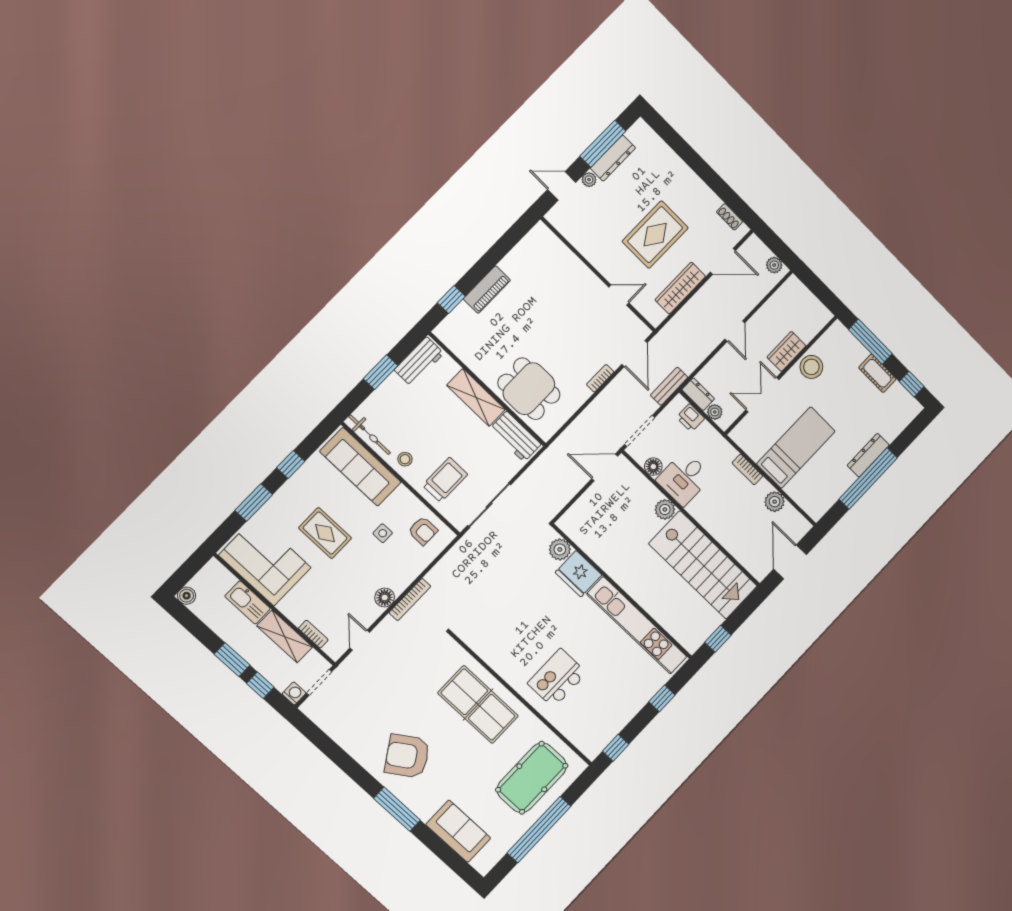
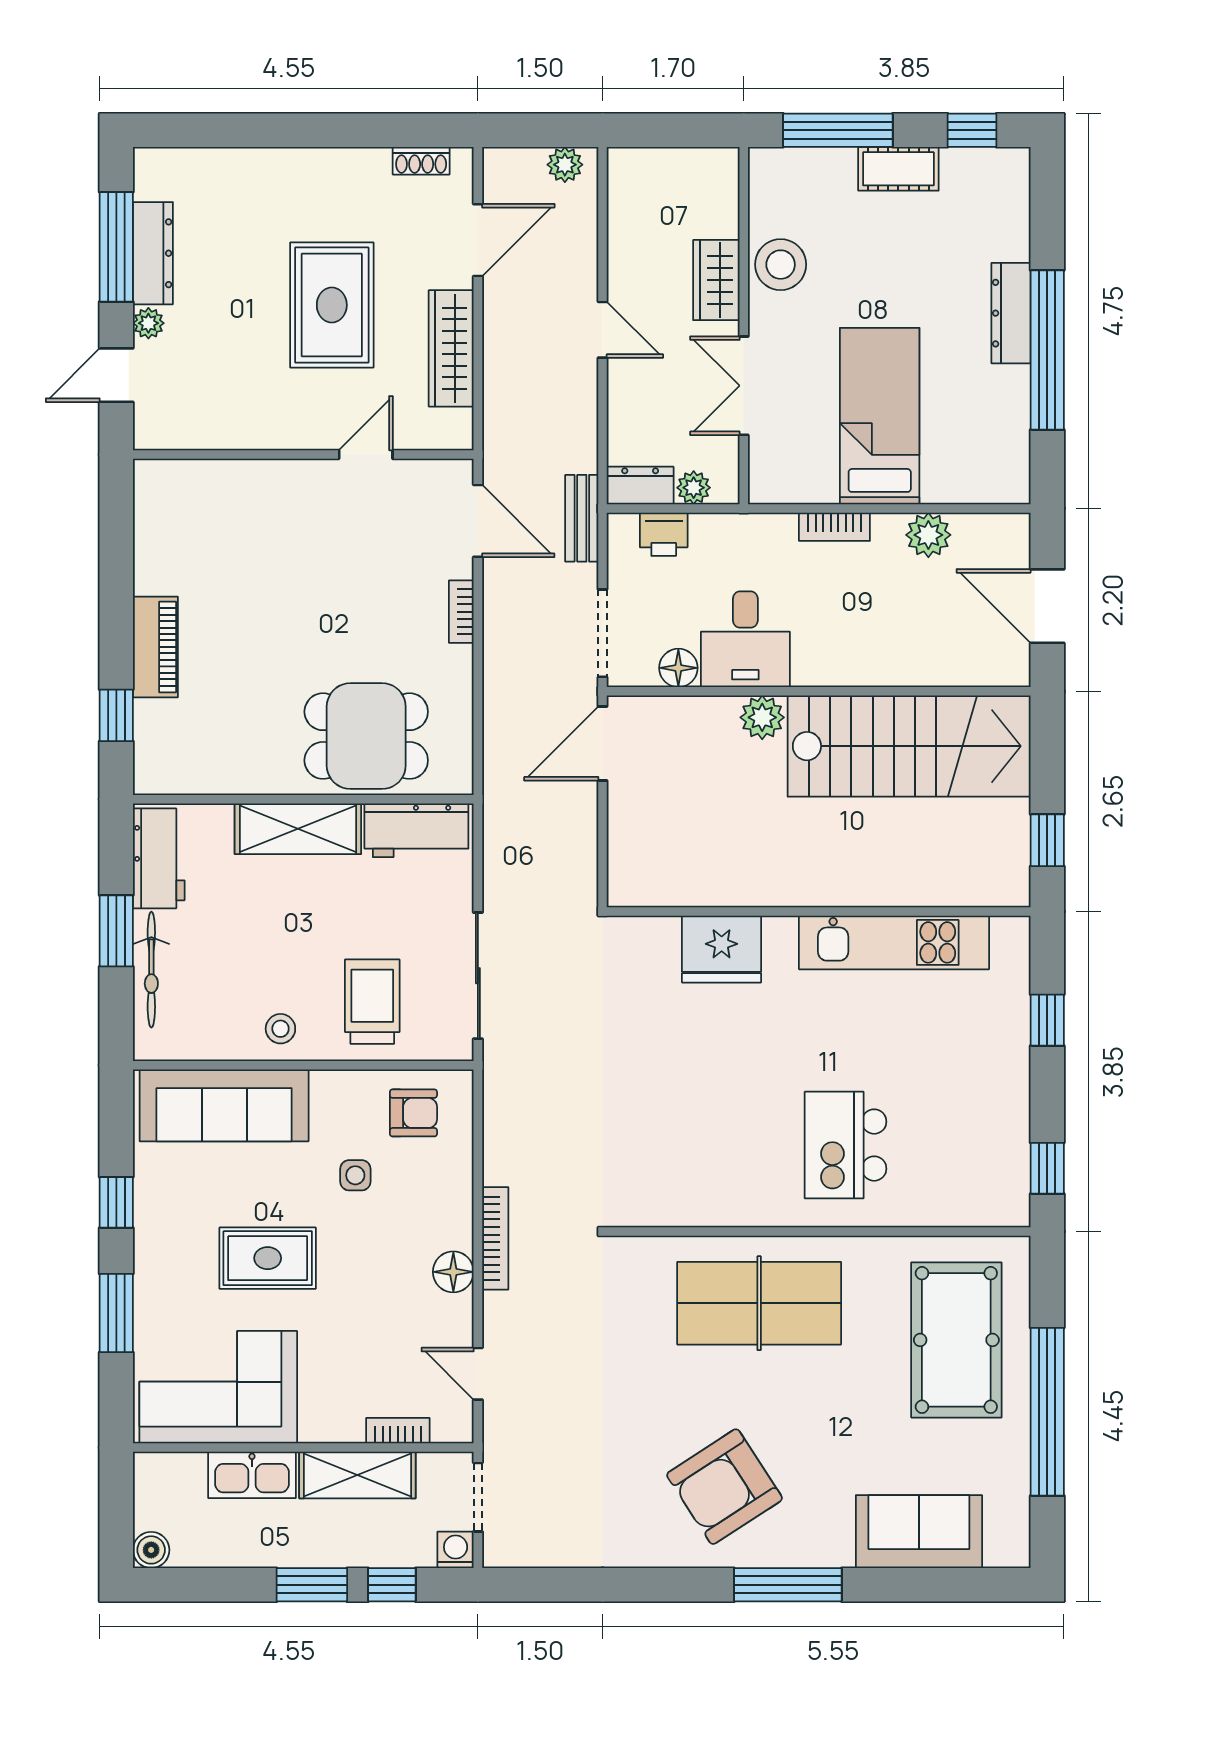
bicycle: (370, 435) -> (151, 970), moved, turned 90
plant: (560, 549) -> (655, 939), removed
kitchen unit: (637, 625) -> (894, 942), width x0.73

